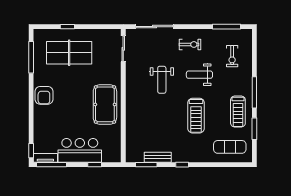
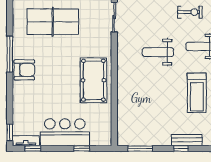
window: (31, 57) -> (10, 54), moved
weight bench: (162, 80) -> (158, 52), turned 90
armchair: (44, 95) -> (24, 70), turned -90
bench: (158, 157) -> (187, 140), moved
window: (51, 165) -> (33, 149), width x0.46

